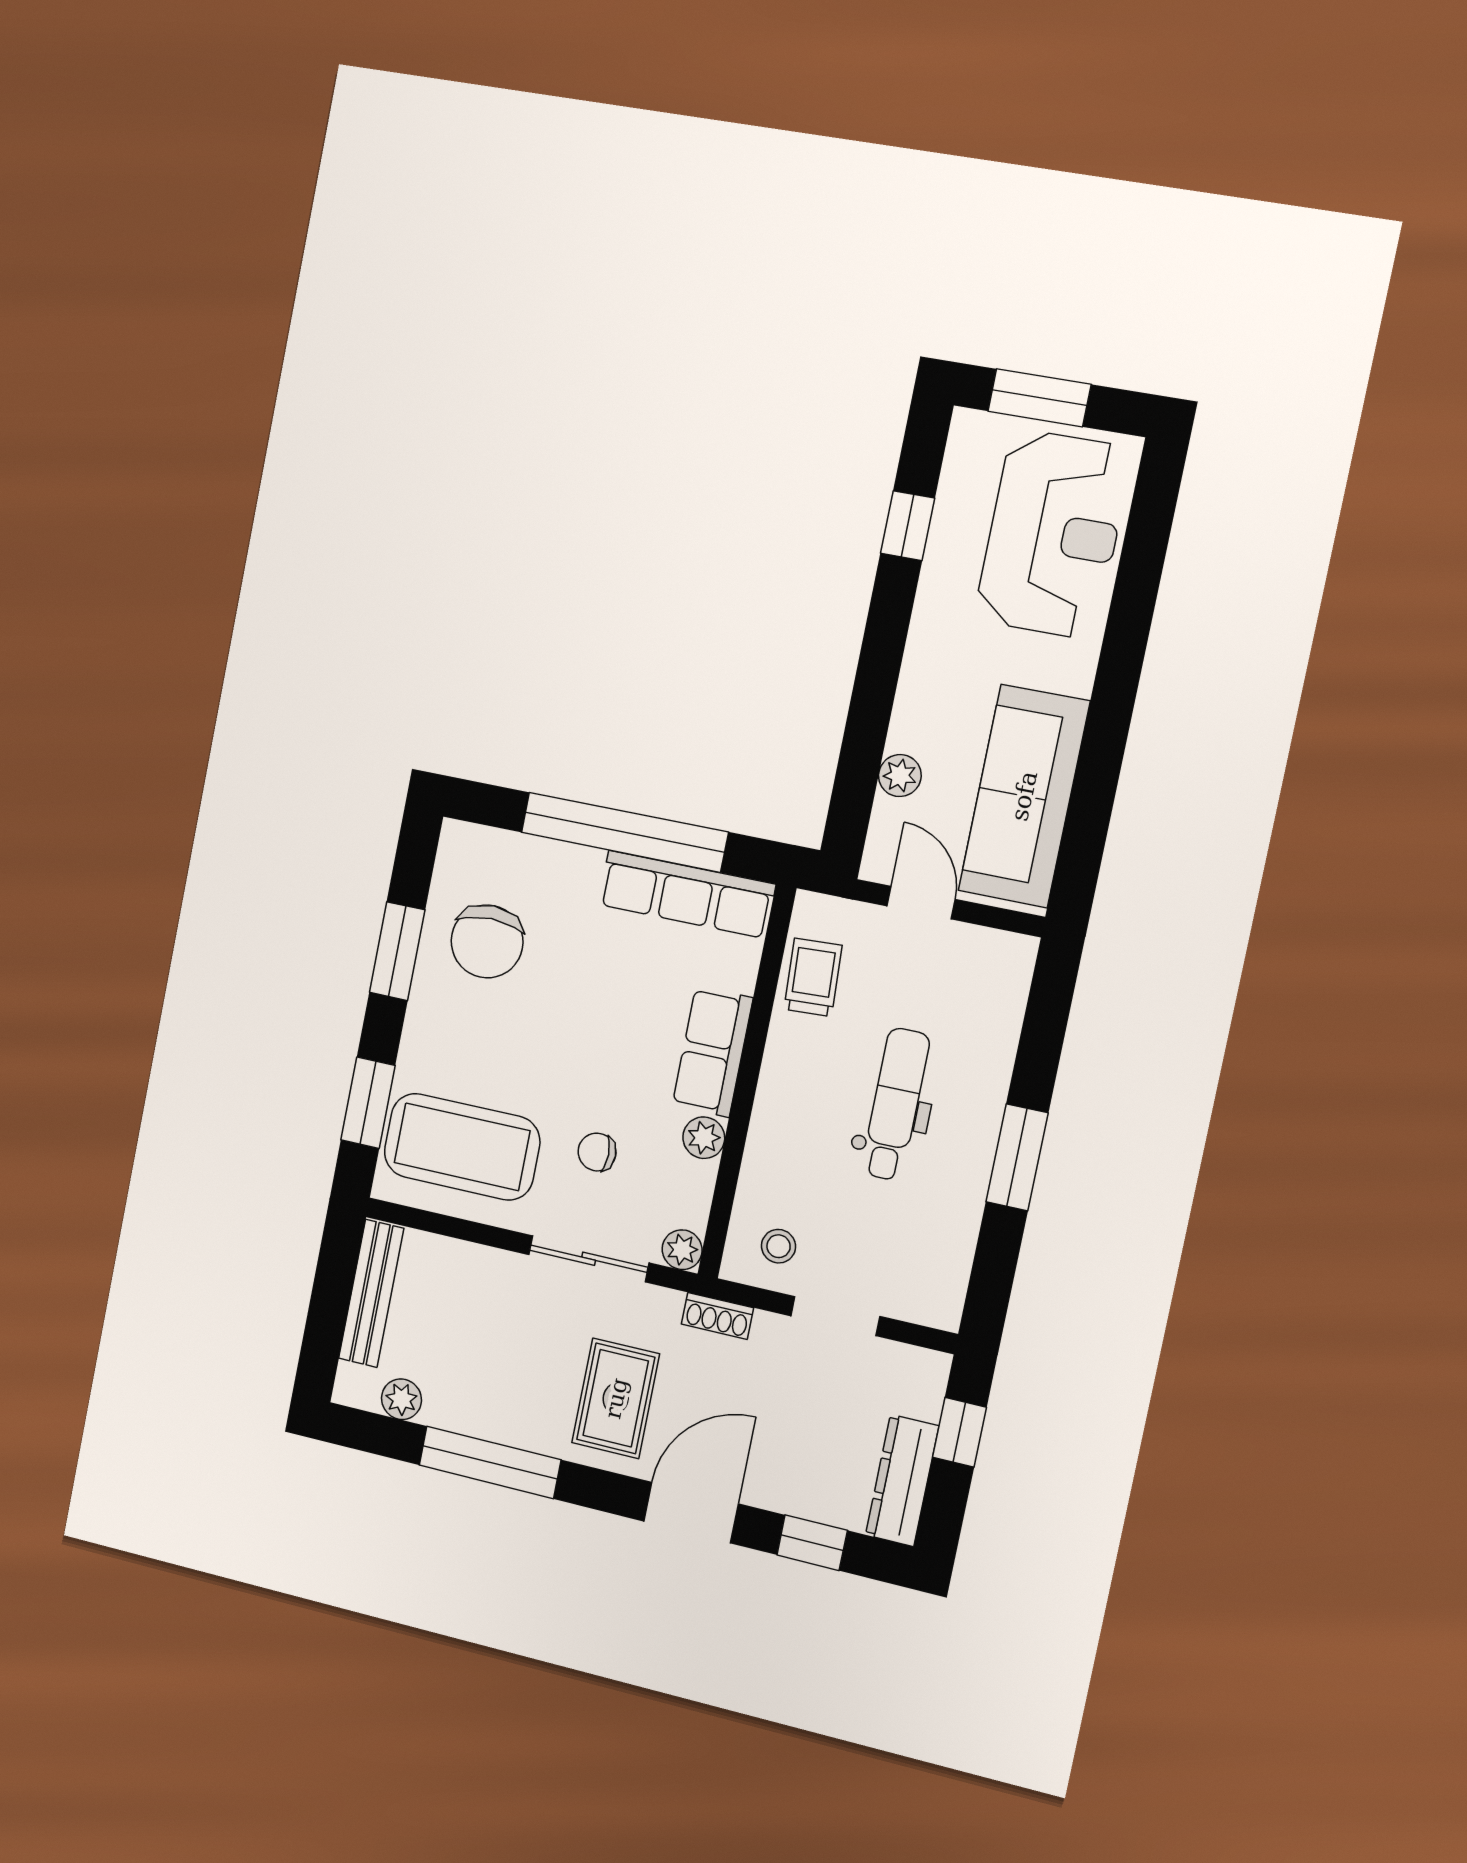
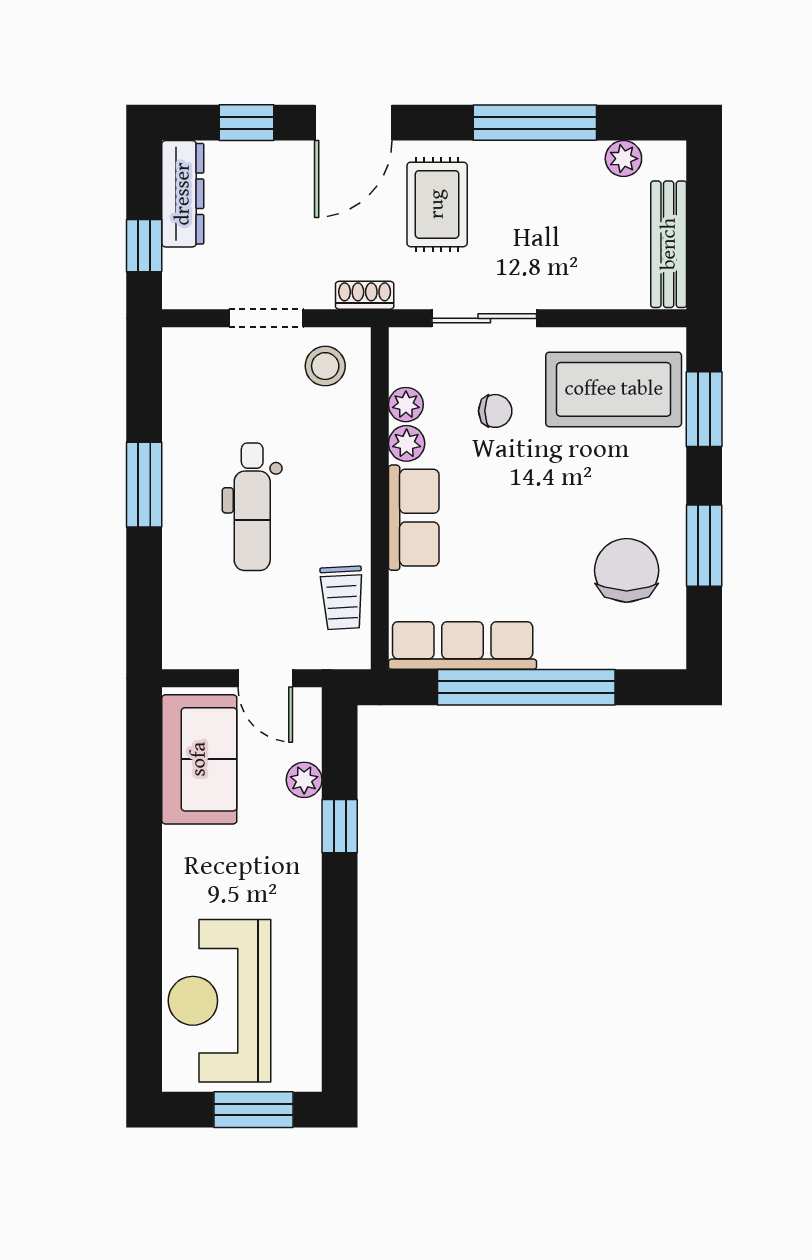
window: (908, 526) -> (340, 826), moved
sofa: (1024, 796) -> (199, 759), width x0.73
stool: (778, 1246) -> (325, 366), width x1.37, depth x1.37
plant: (682, 1250) -> (406, 405), moved

